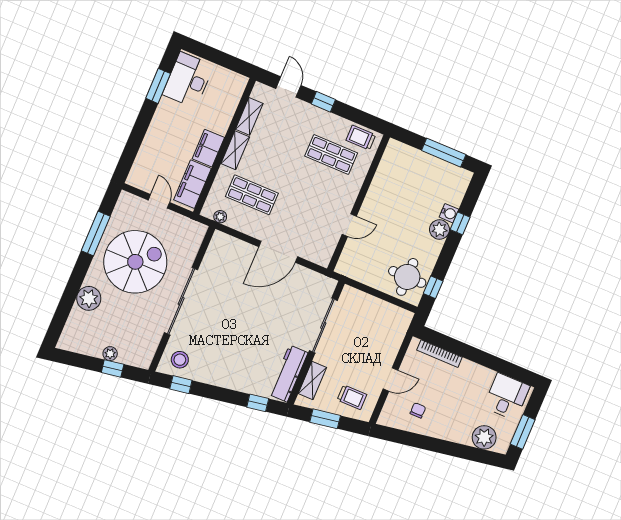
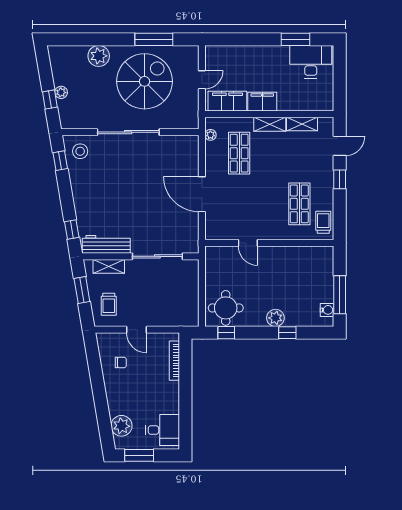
water cooler: (449, 213) -> (327, 310), moved, turned -90
spiral stairs: (135, 262) -> (145, 81), turned -90

